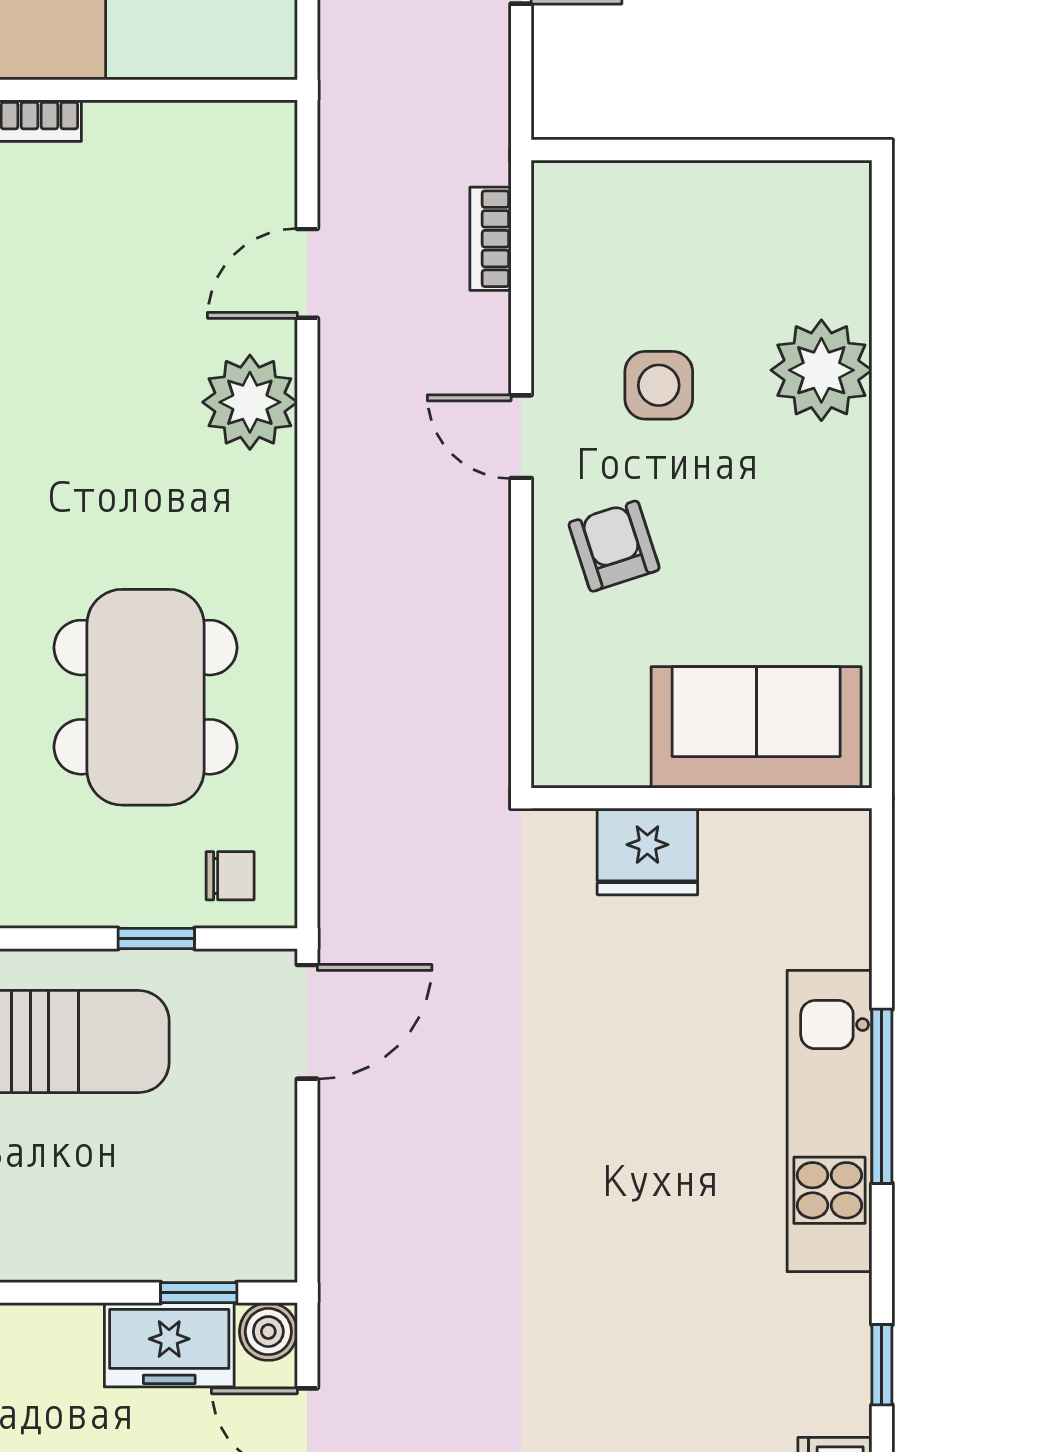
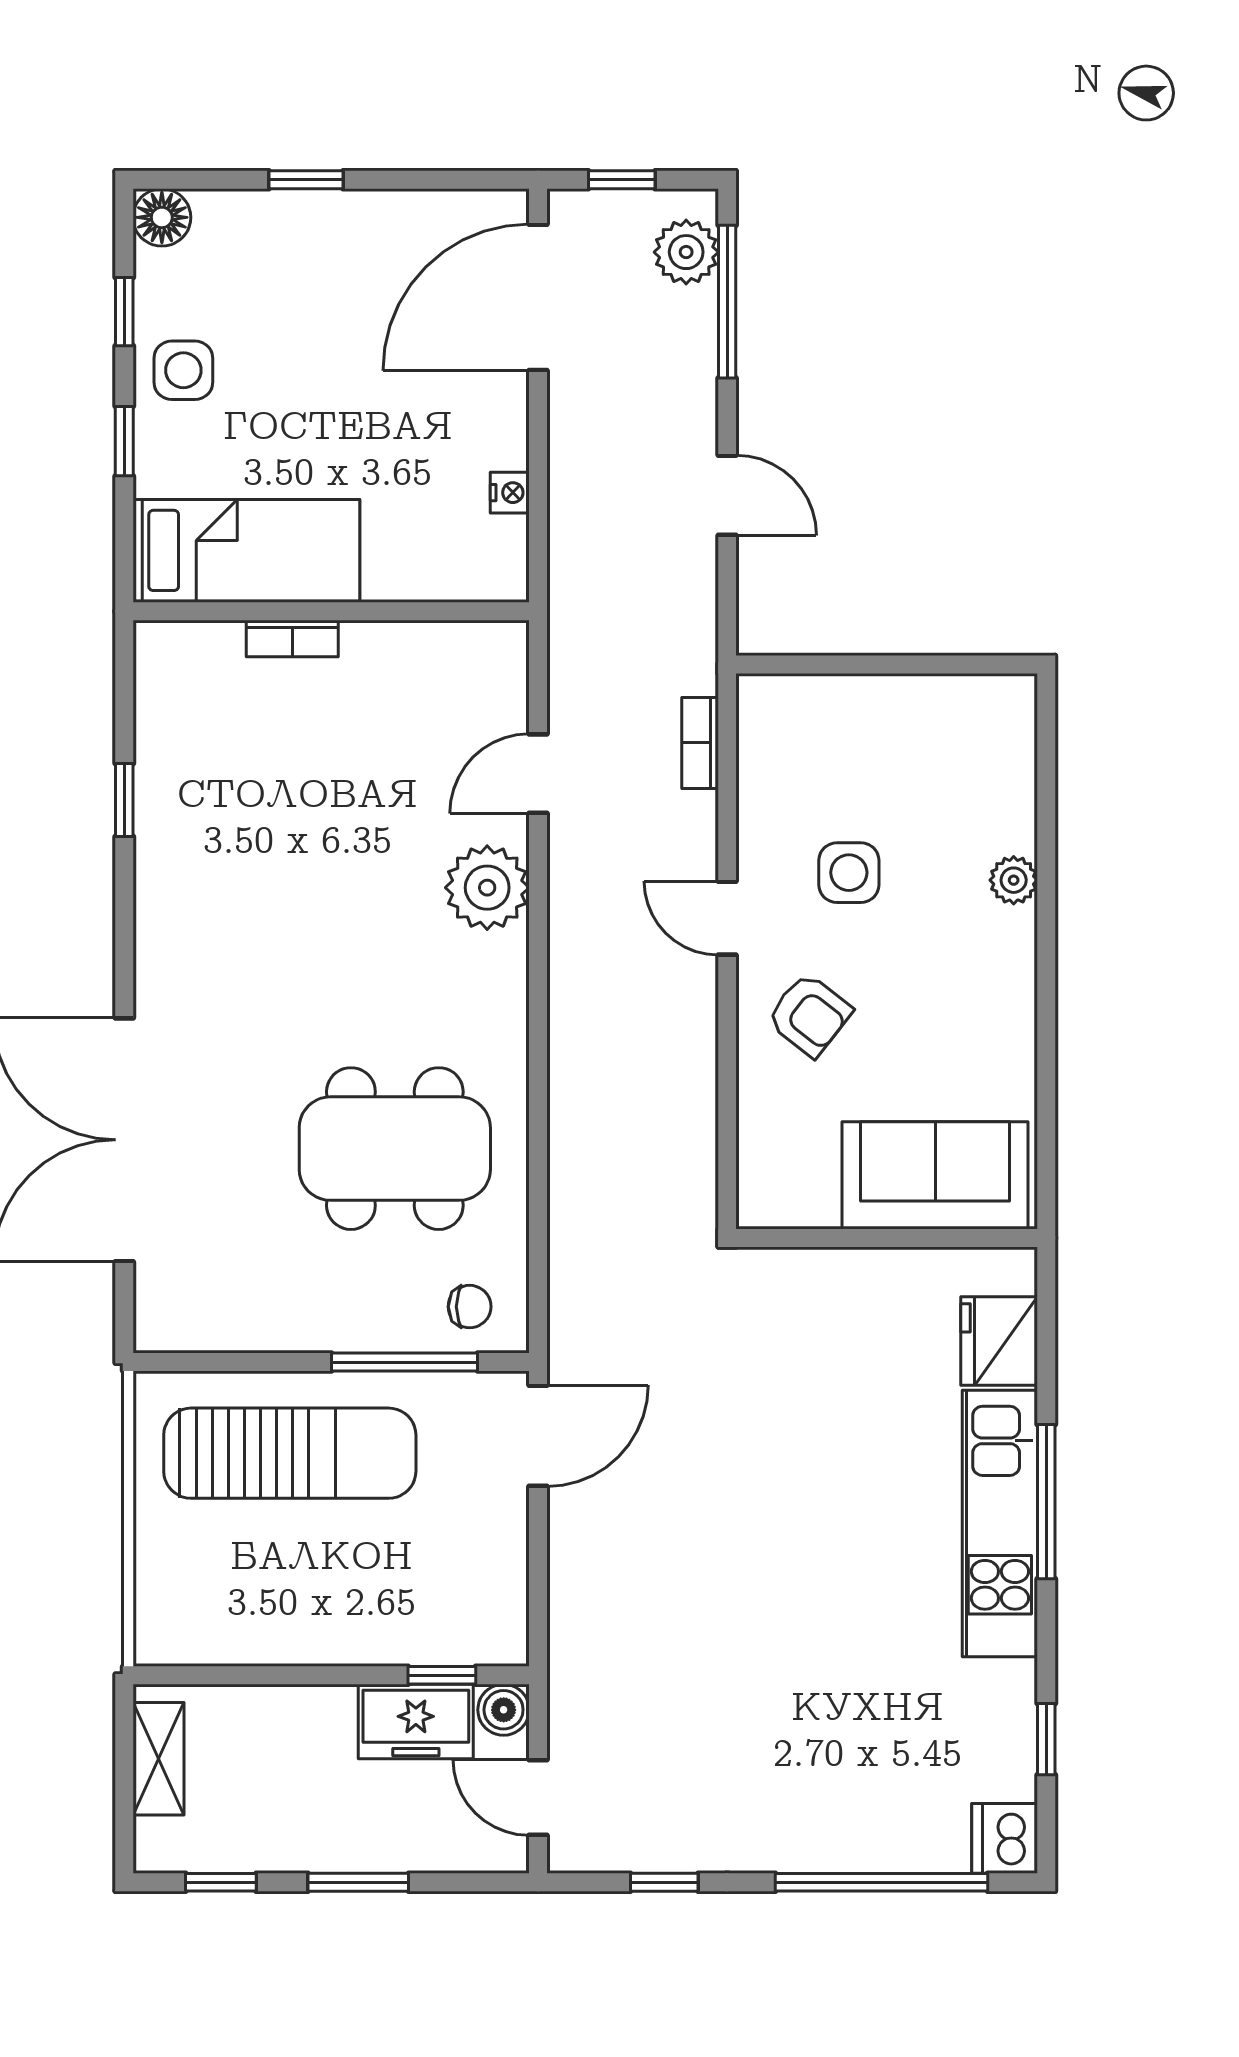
plant: (821, 370) -> (1014, 880), width x0.53, depth x0.53
armchair: (614, 546) -> (809, 1015), turned 146
dining table: (145, 697) -> (395, 1149), turned 90
fridge: (647, 851) -> (999, 1341), moved, turned 90
window: (156, 938) -> (404, 1362), width x2.17

